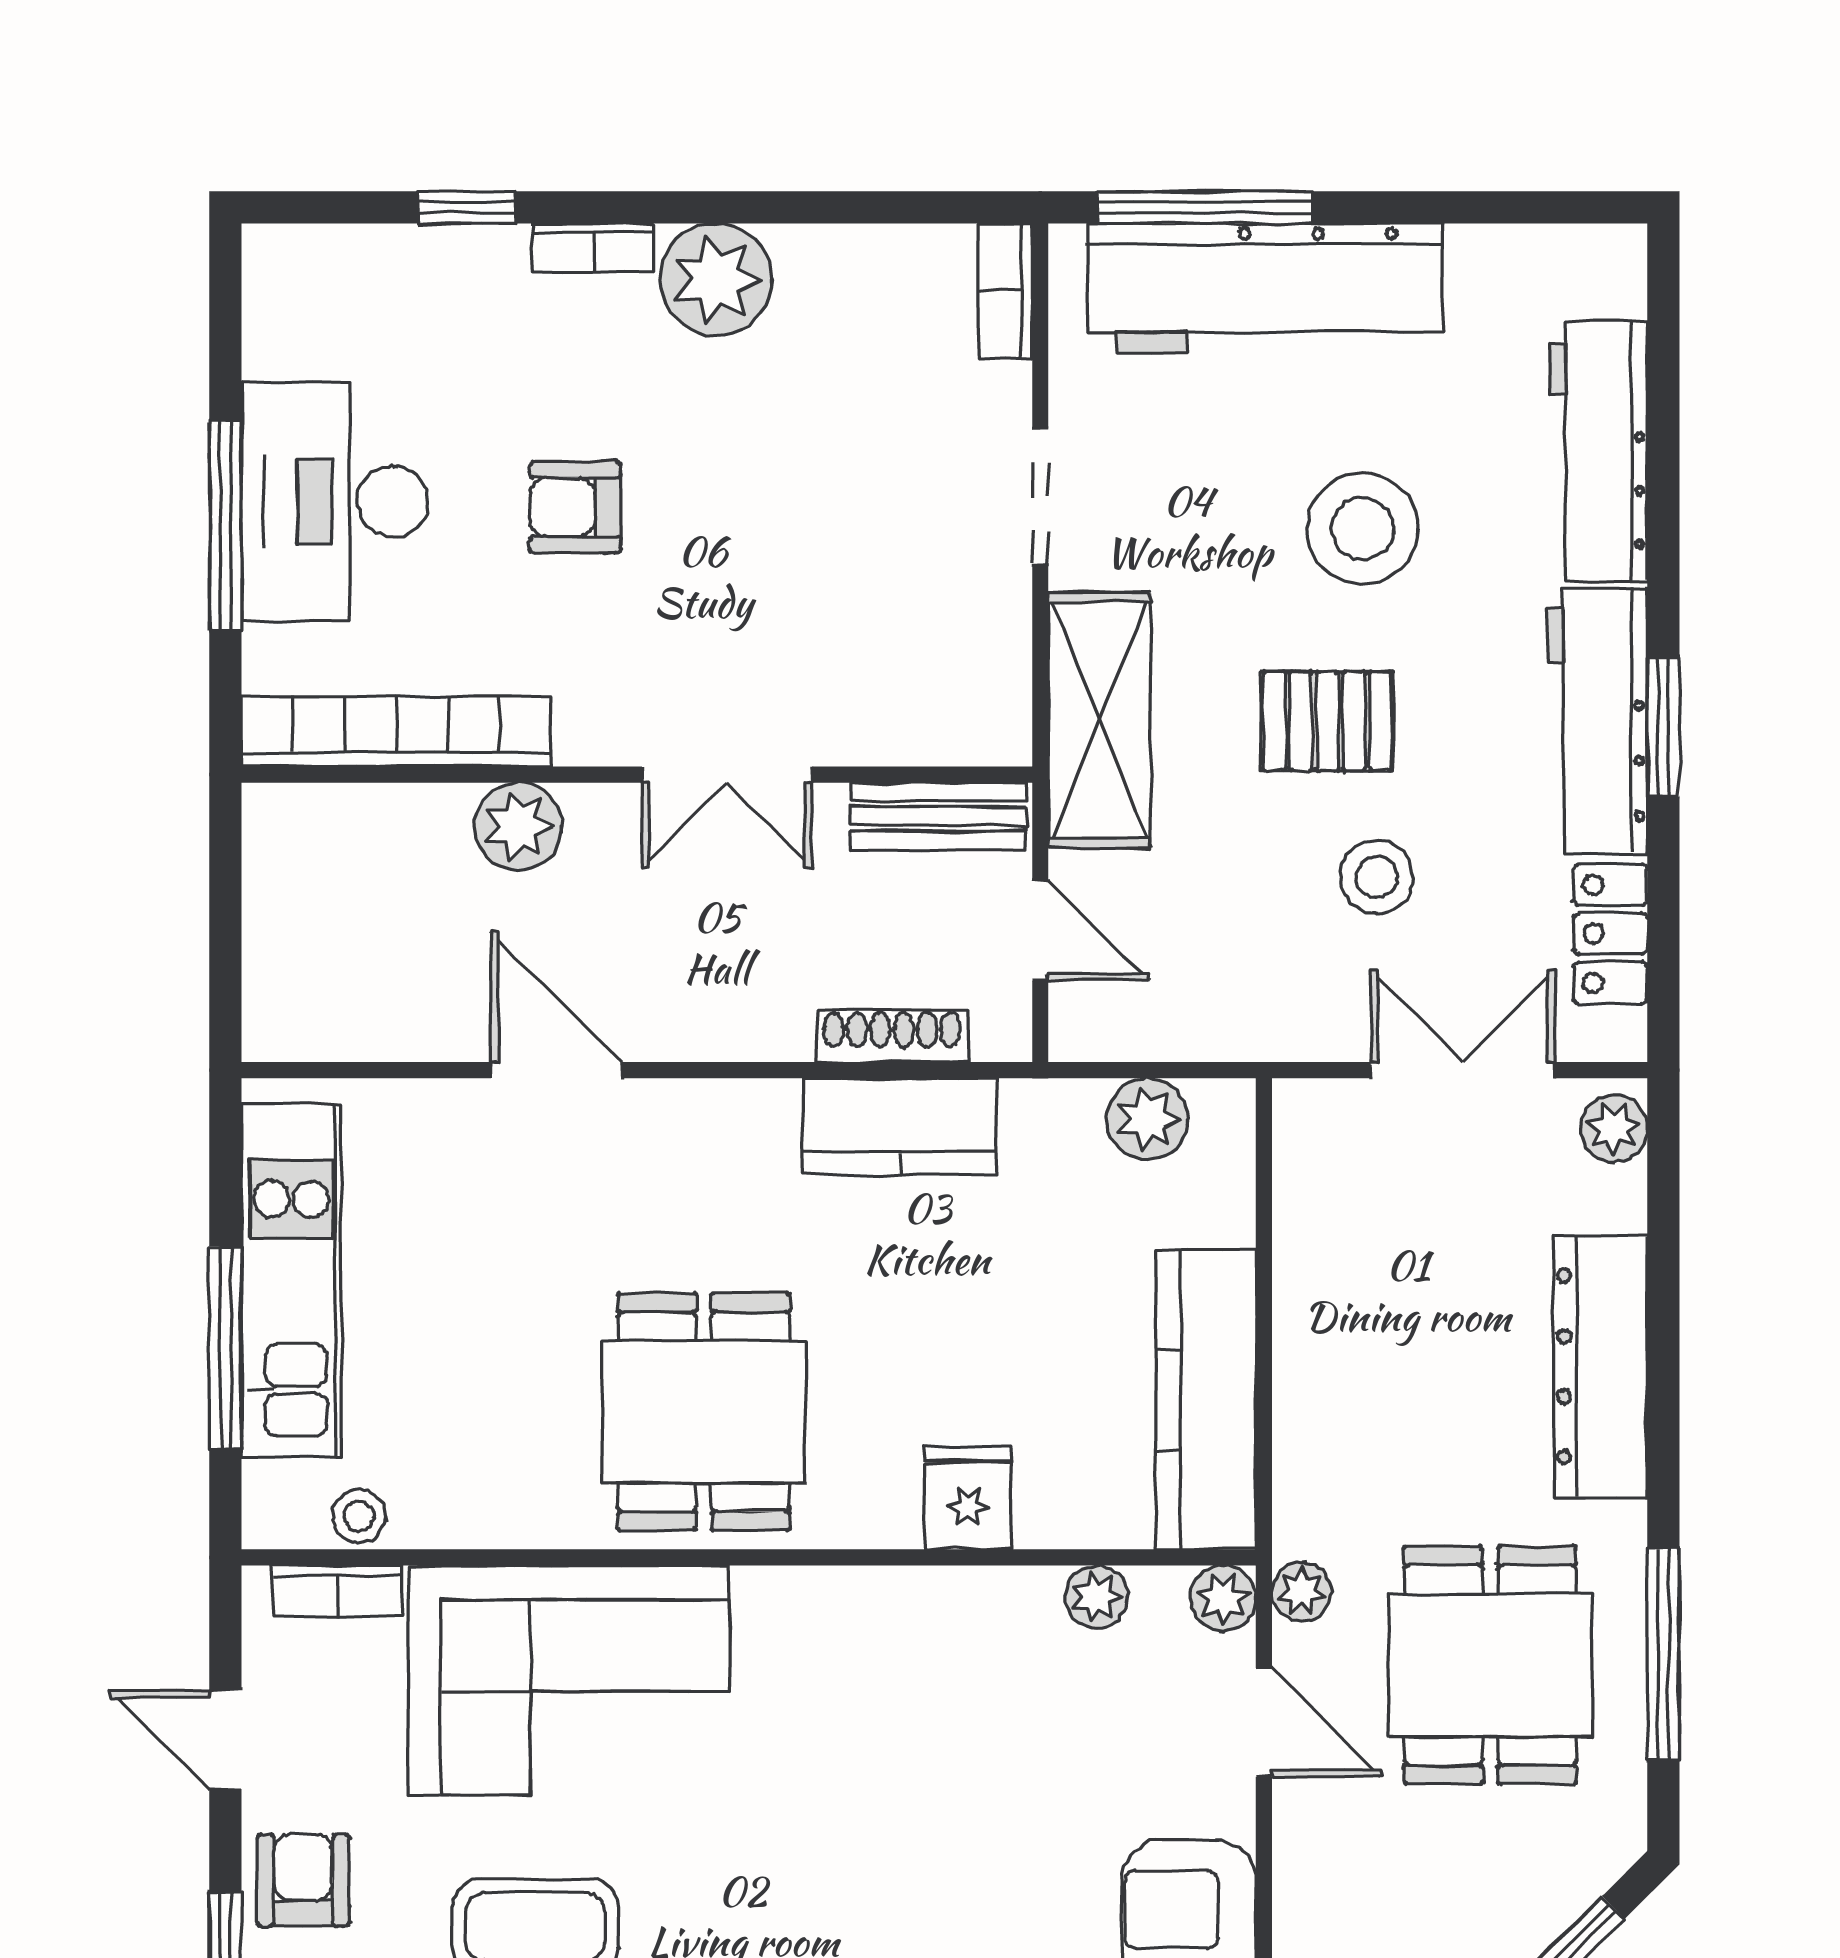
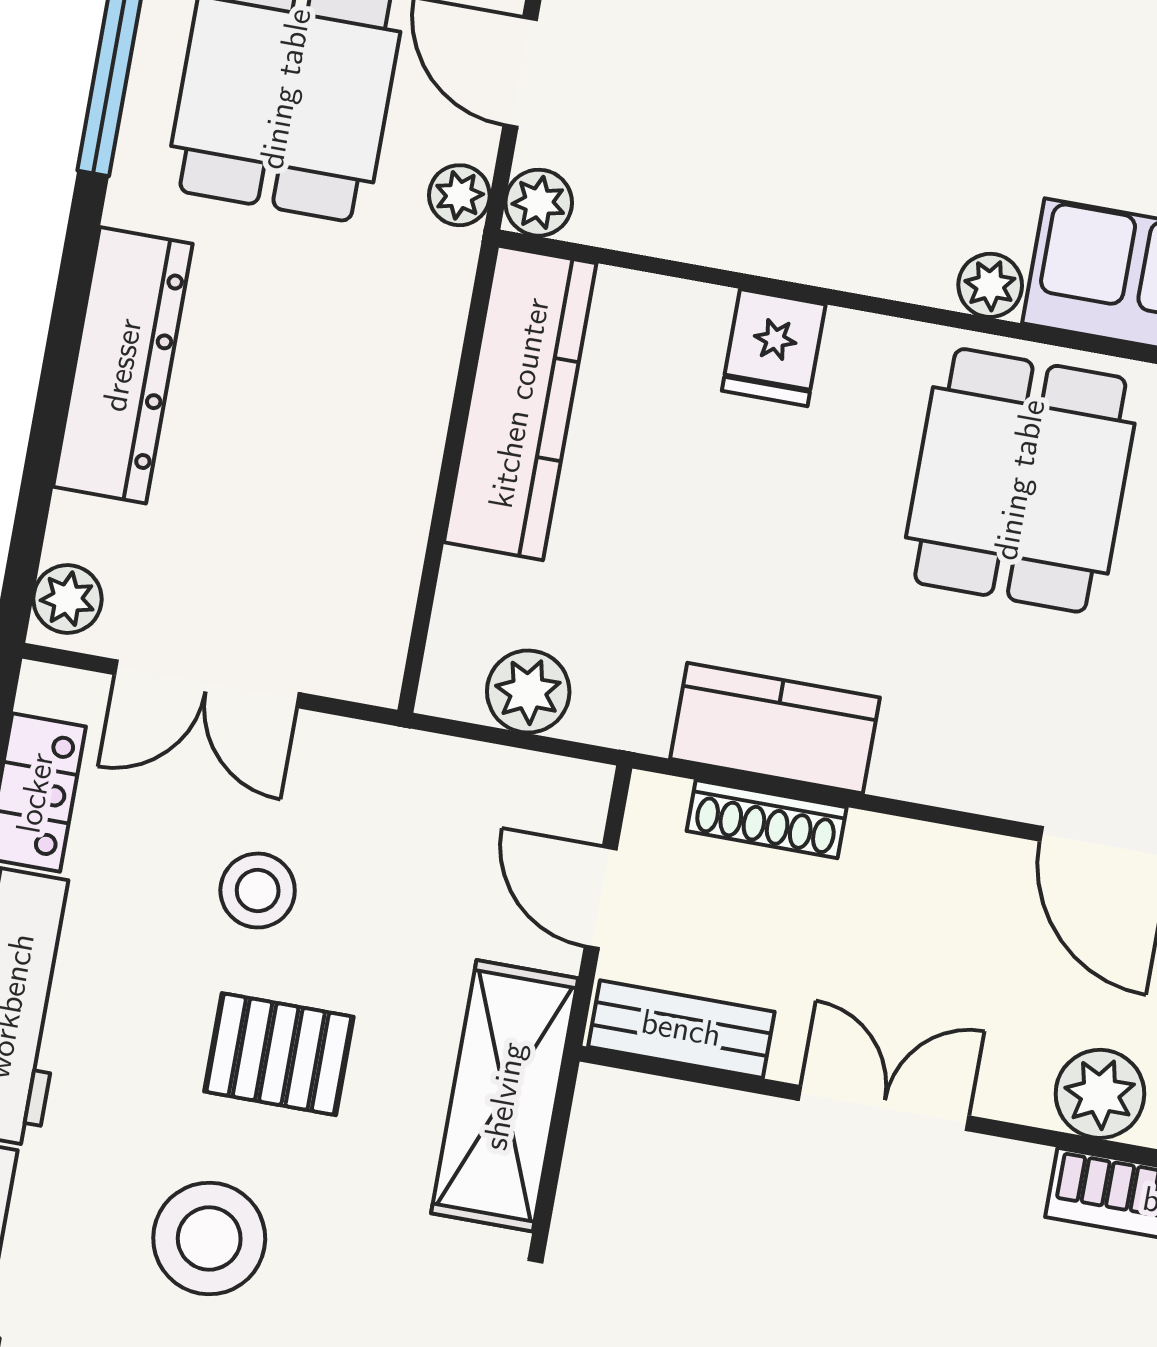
plant: (1096, 1597) -> (990, 285), moved

